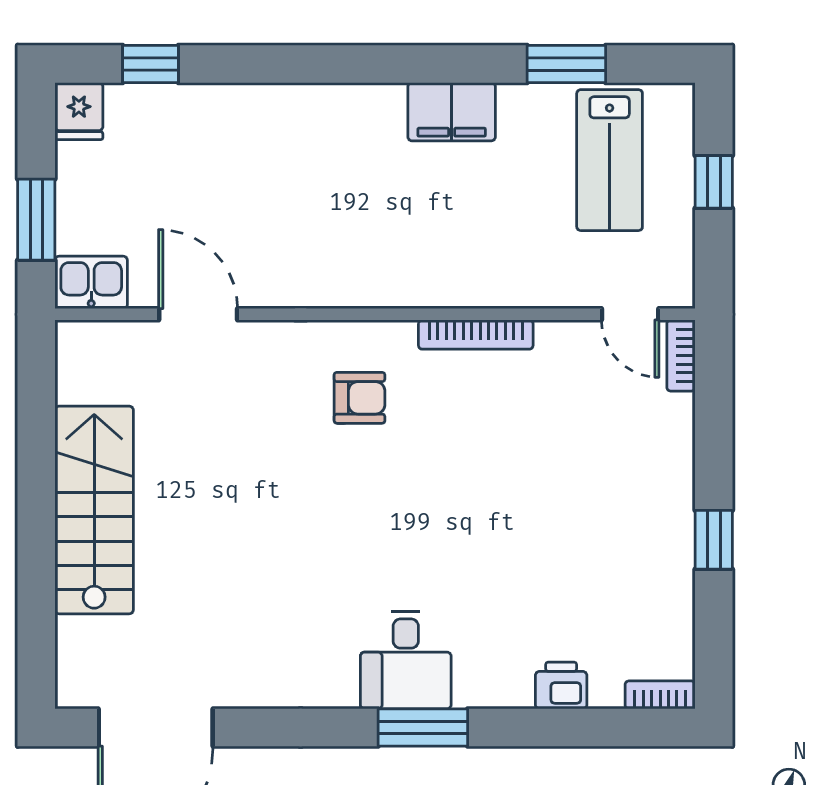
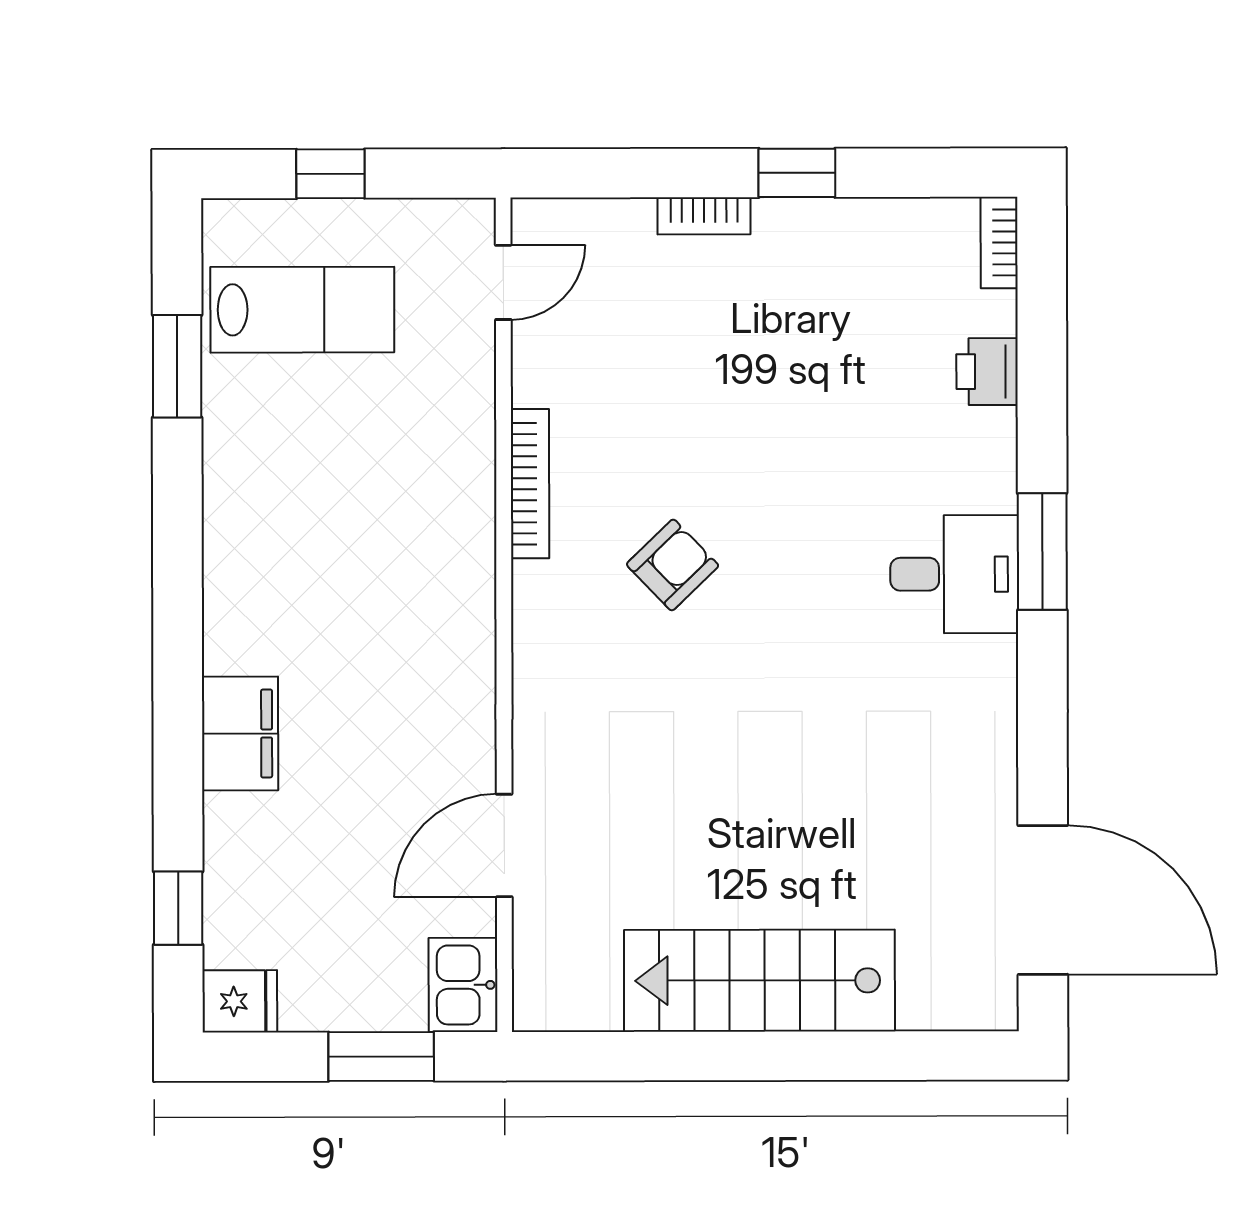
filing cabinet: (452, 112) -> (240, 734), moved
bookcase: (681, 356) -> (704, 216), moved
armchair: (359, 398) -> (673, 565), moved, turned 46

